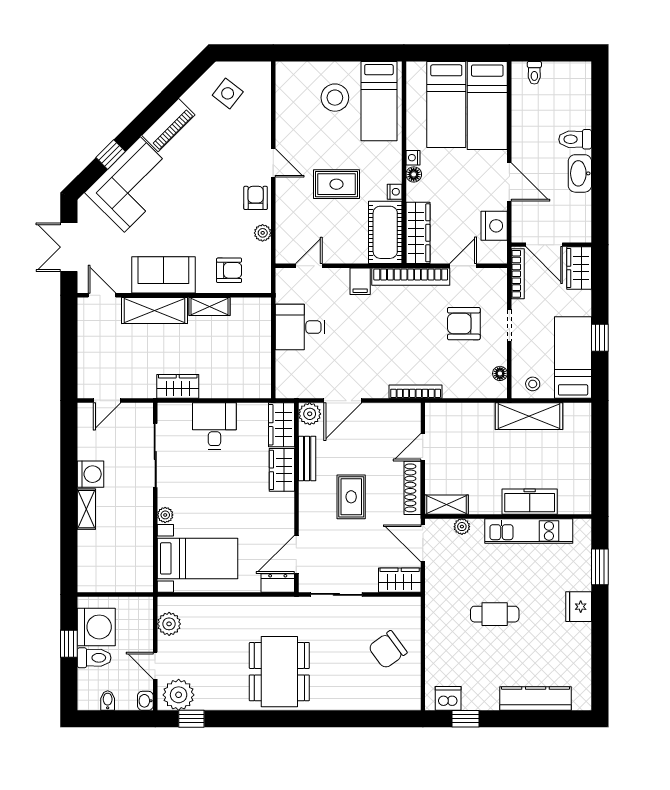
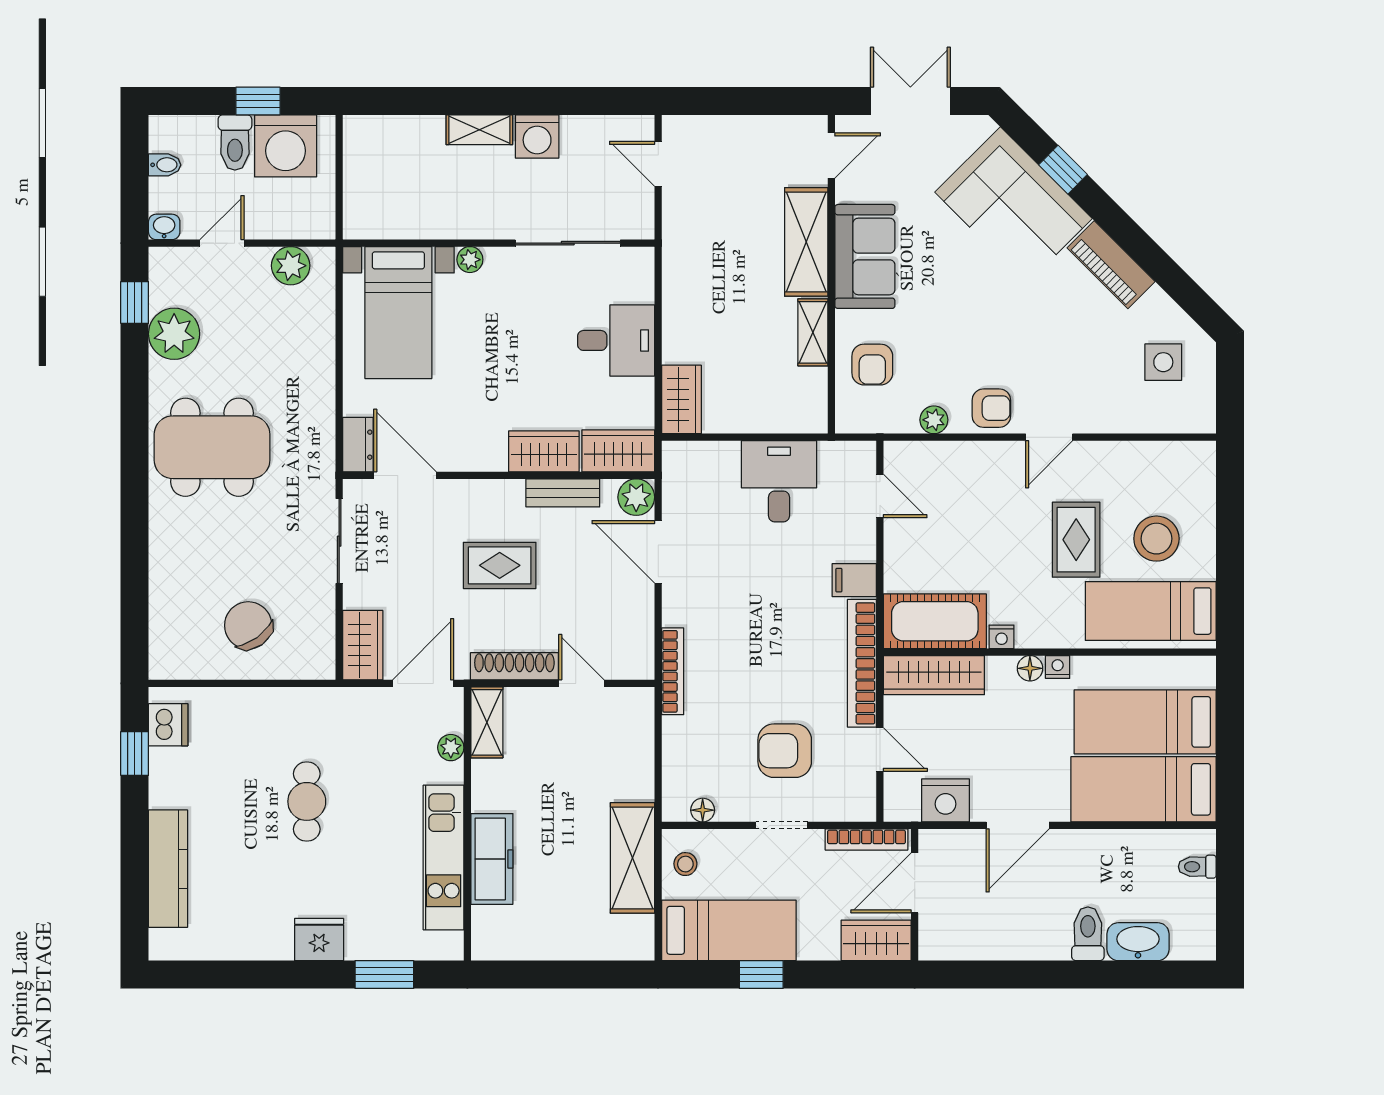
side table: (228, 93) -> (1163, 362), turned -38
washbasin: (580, 173) -> (1138, 942), moved
rug: (336, 184) -> (1076, 540), moved
armchair: (464, 324) -> (785, 751), turned -90
wardrobe: (178, 386) -> (681, 399), moved
plant: (179, 695) -> (174, 334), moved

